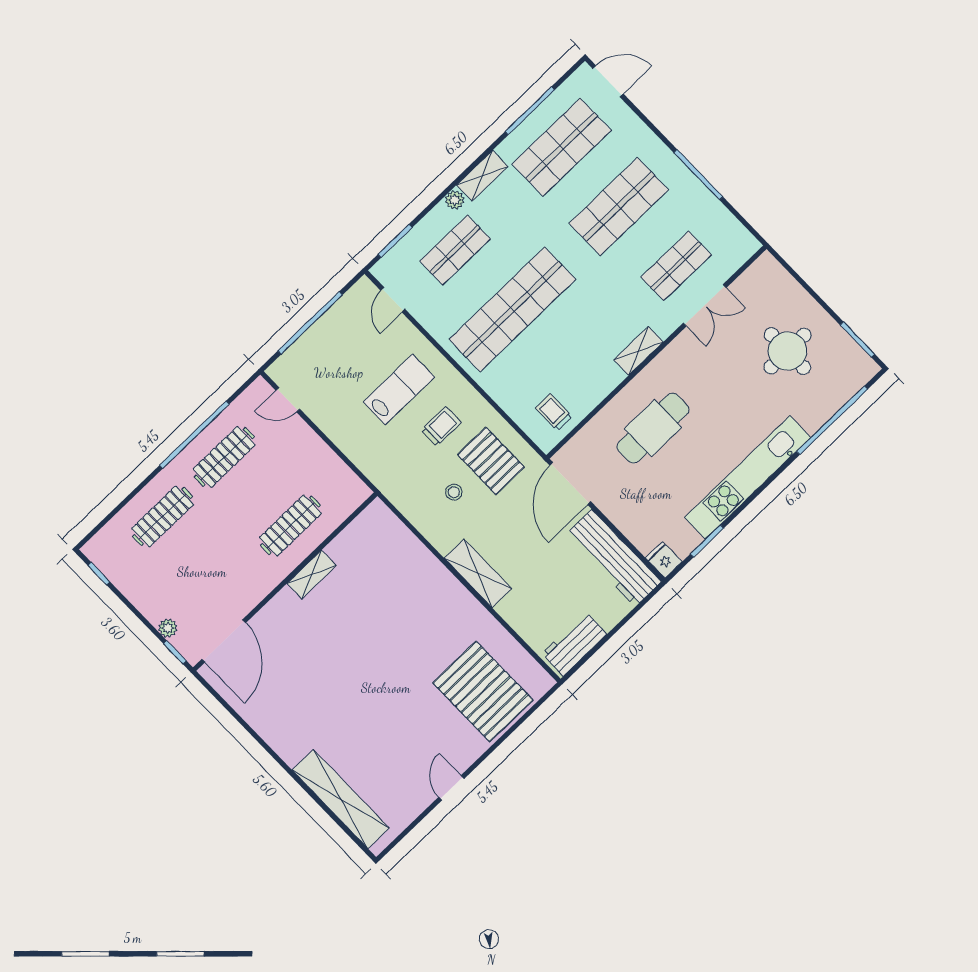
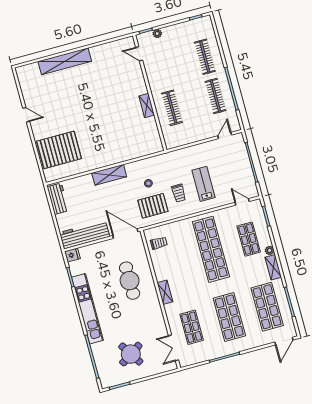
double door: (705, 305) -> (174, 348), moved
round table: (787, 351) -> (131, 354), turned -33
lab bench: (399, 390) -> (204, 184), turned 180
door: (224, 641) -> (139, 54), width x0.53
shelving: (341, 799) -> (65, 61), moved

